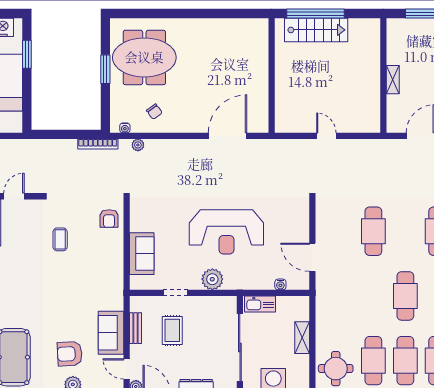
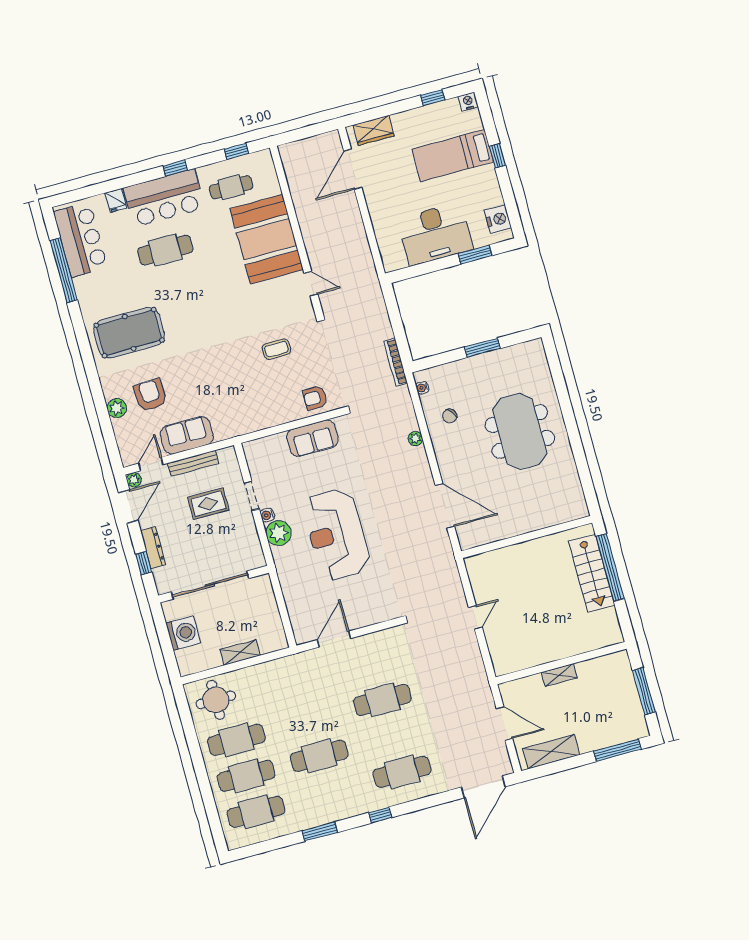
meeting table: (144, 57) -> (520, 431), moved
plant: (138, 145) -> (415, 439), moved
sofa: (142, 254) -> (312, 438), moved
water cooler: (280, 284) -> (267, 515), moved
kitchen sink: (260, 304) -> (265, 594), removed
bench: (136, 328) -> (193, 463), width x1.36

